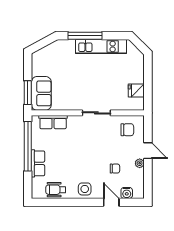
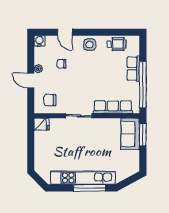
kitchen unit: (101, 47) -> (83, 178), width x1.36
fridge: (136, 91) -> (42, 124), moved
row of seats: (53, 122) -> (113, 107), width x1.48
water cooler: (127, 193) -> (39, 41), moved

